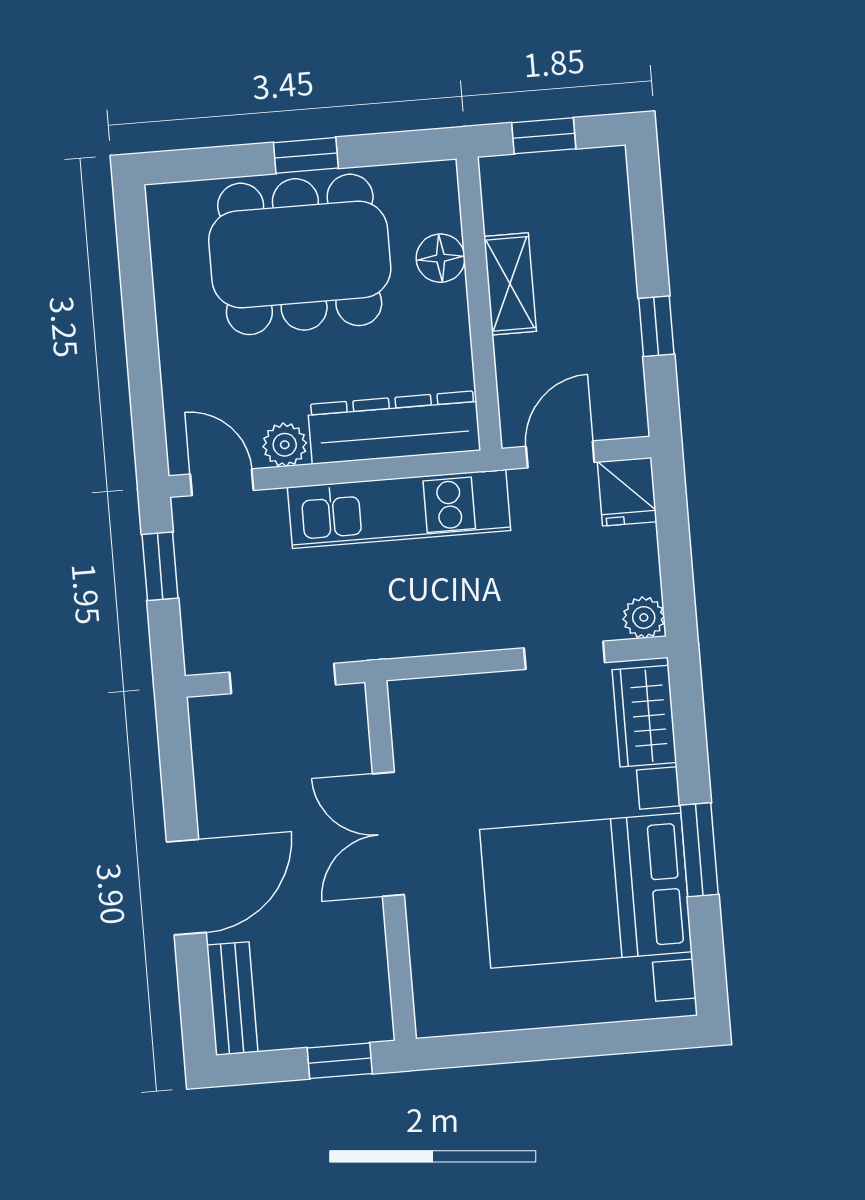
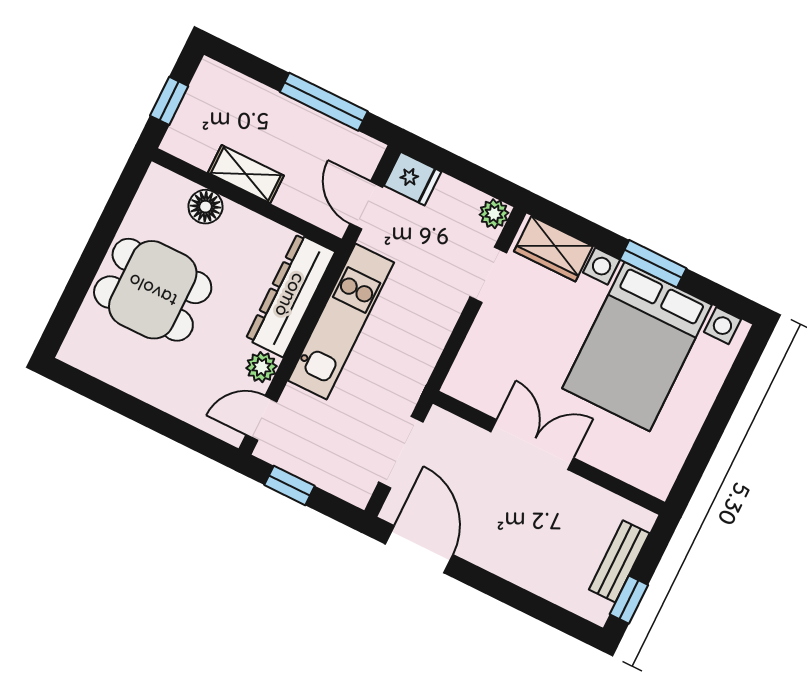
window: (306, 155) -> (96, 251), removed
dining table: (300, 254) -> (153, 290), width x0.73
window: (656, 326) -> (324, 102), width x2.17
double door: (388, 834) -> (532, 445), swing flipped
door: (186, 887) -> (419, 549), moved
bench: (232, 998) -> (619, 561), moved, turned 90
window: (340, 1061) -> (629, 600), moved

